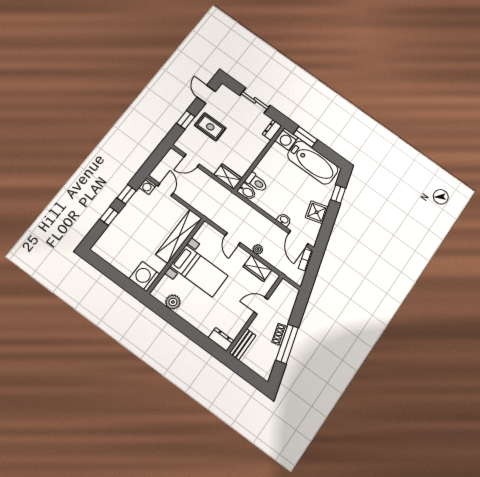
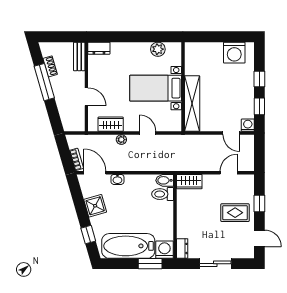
washing machine: (144, 276) -> (234, 53), moved, turned 90
door: (261, 306) -> (86, 97), hinge flipped
shoe rack: (280, 334) -> (50, 66), moved

